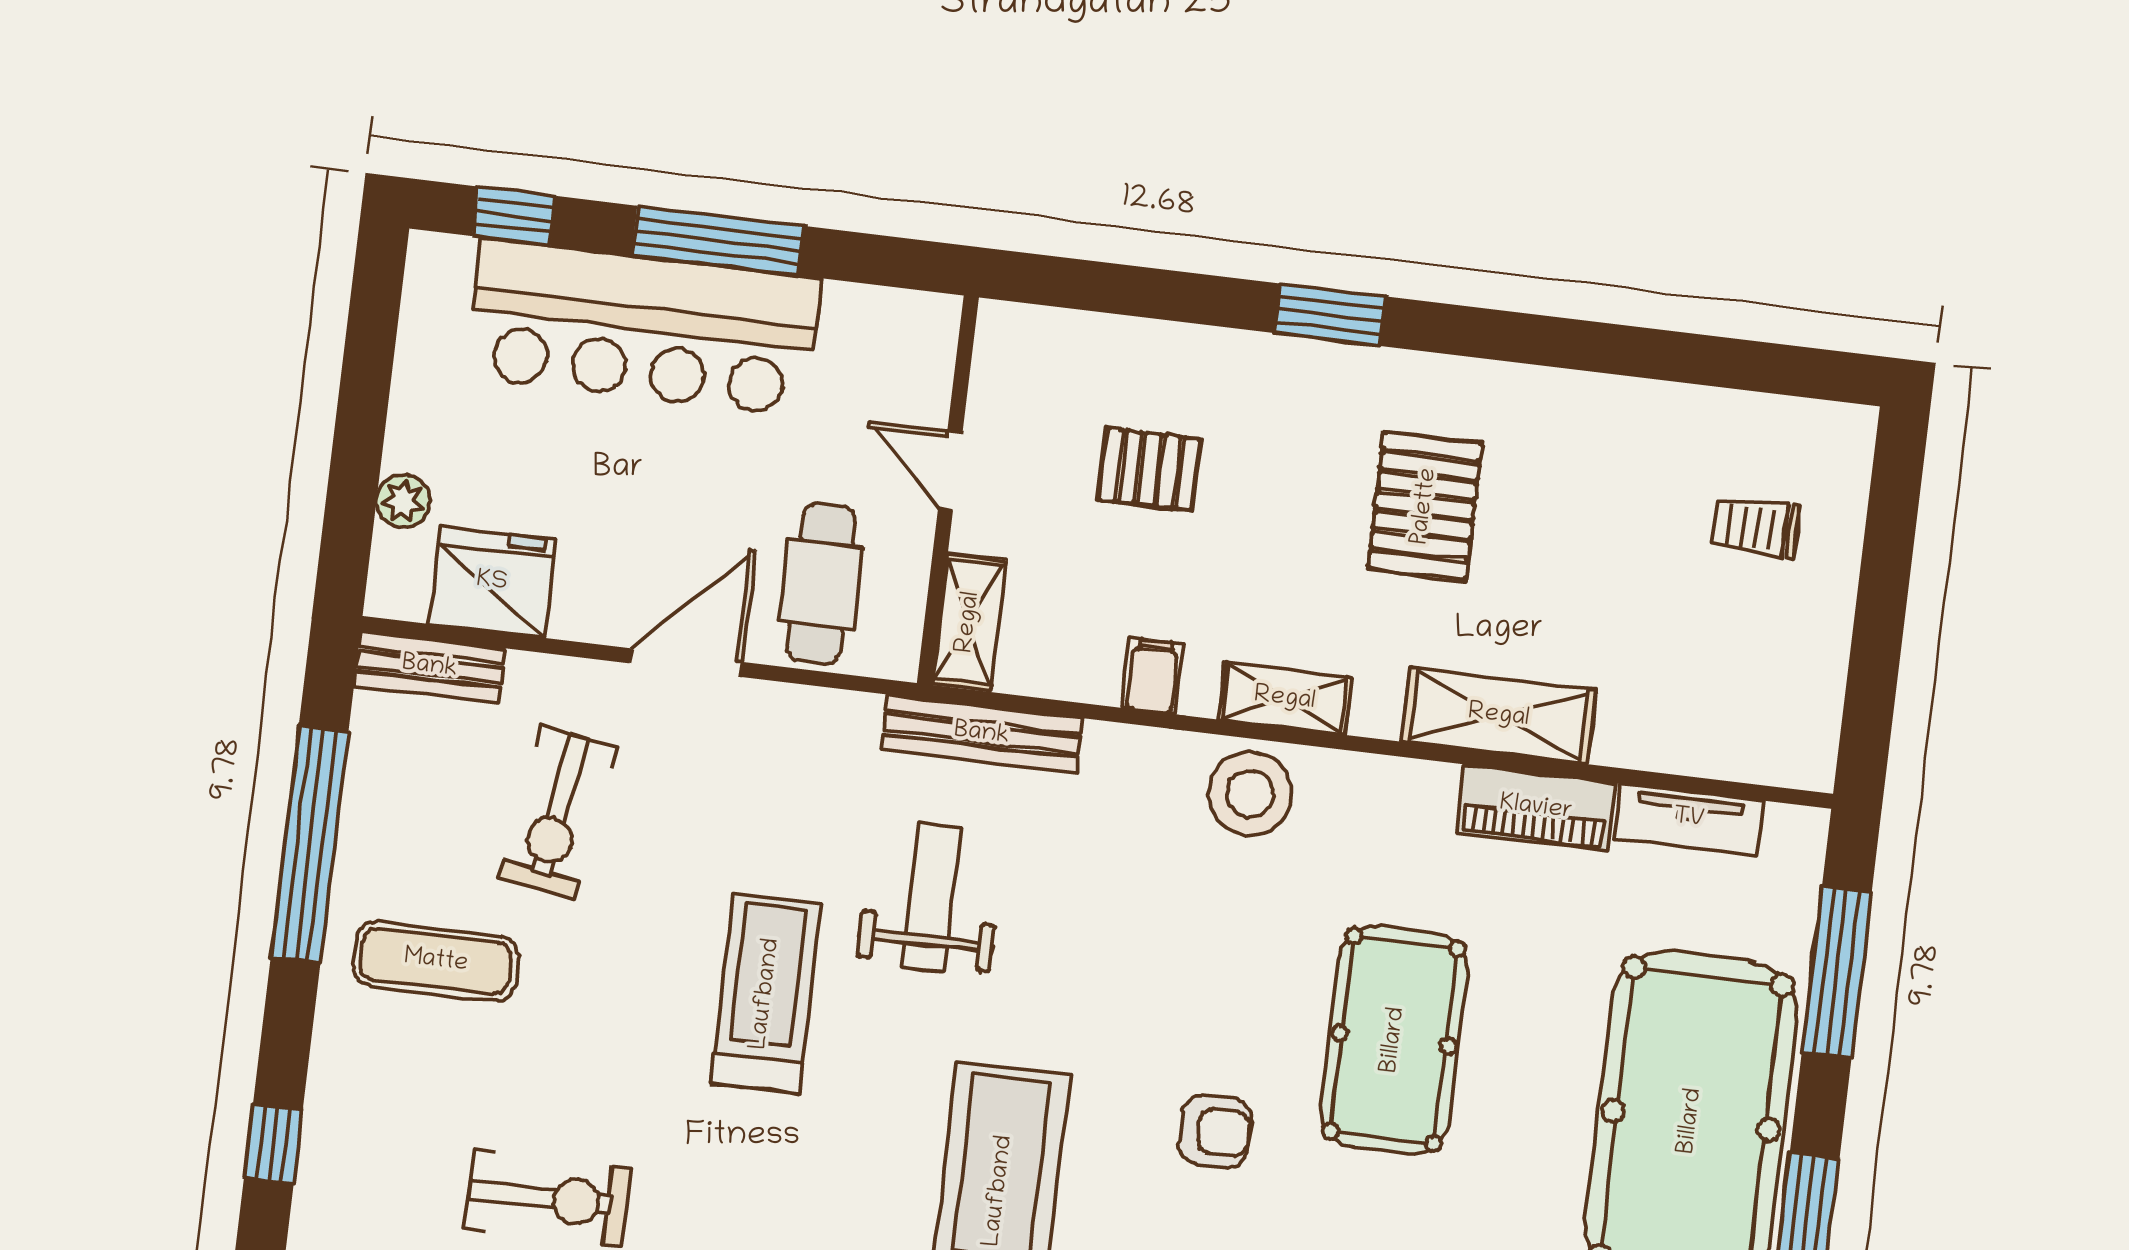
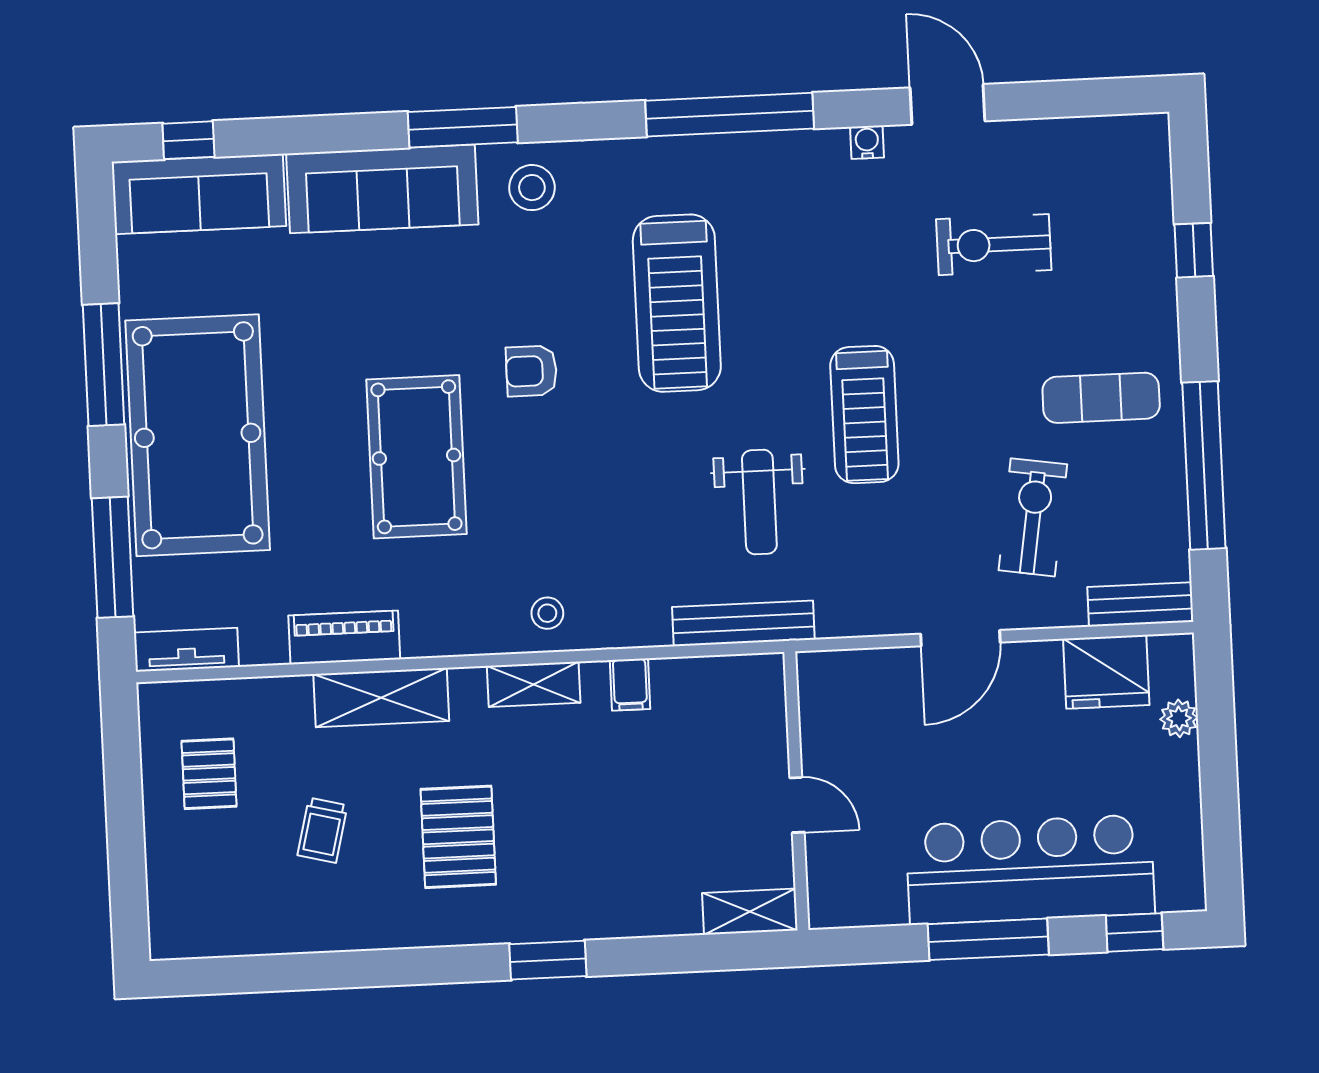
pallet: (1150, 469) -> (209, 774), moved, turned 90
trolley: (1755, 527) -> (322, 830), moved, turned 104
cafe table: (821, 584) -> (874, 710), removed
shelving: (969, 622) -> (750, 912), moved, turned 90
stool: (1250, 794) -> (547, 613), width x0.53, depth x0.53
tv unit: (1689, 819) -> (186, 650), moved

